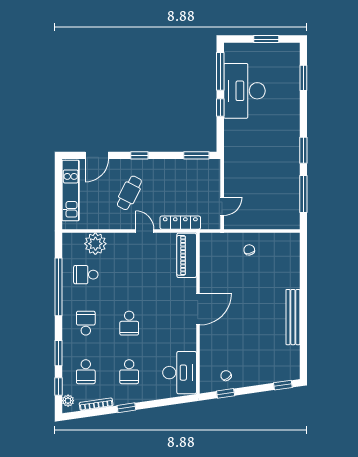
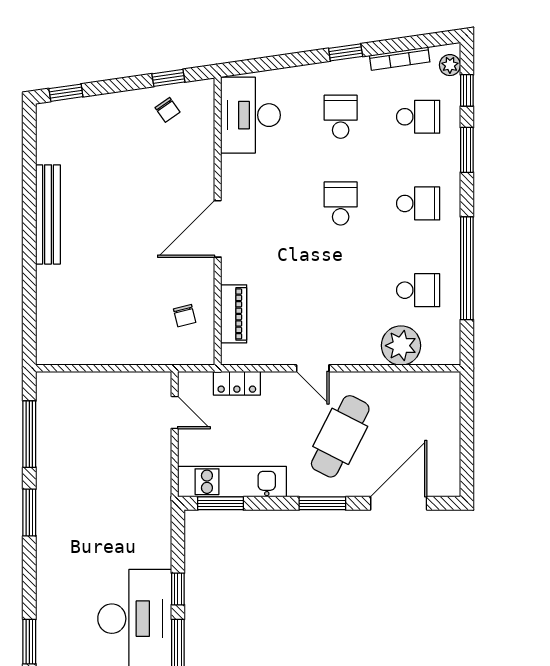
door: (97, 155) -> (399, 503), width x1.36
window: (139, 155) -> (322, 503), width x1.50
kitchen unit: (71, 190) -> (232, 482), moved, turned 90
cafe table: (129, 193) -> (340, 436), width x1.37, depth x1.35
door: (222, 206) -> (175, 412), swing flipped
locker: (180, 223) -> (237, 383), width x0.66
chair: (249, 250) -> (185, 316), moved
piano: (187, 255) -> (234, 314), width x0.73, depth x0.75
school desk: (86, 323) -> (418, 203), turned -90
school desk: (86, 372) -> (418, 117), turned 90

